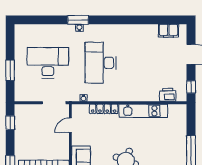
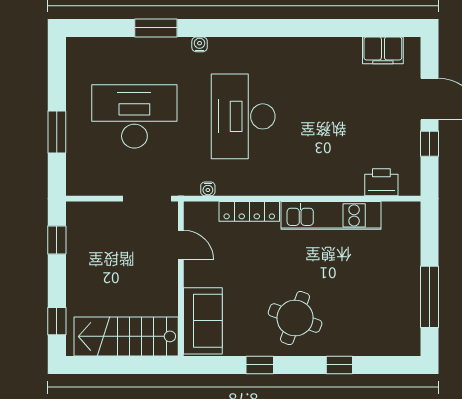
window: (78, 20) -> (156, 28), moved
window: (191, 87) -> (429, 144), moved
door: (70, 125) -> (181, 245), swing flipped

